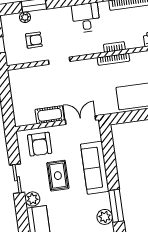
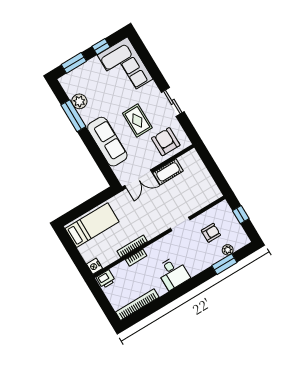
armchair: (34, 40) -> (211, 233), turned 180
plant: (32, 199) -> (151, 90), removed

